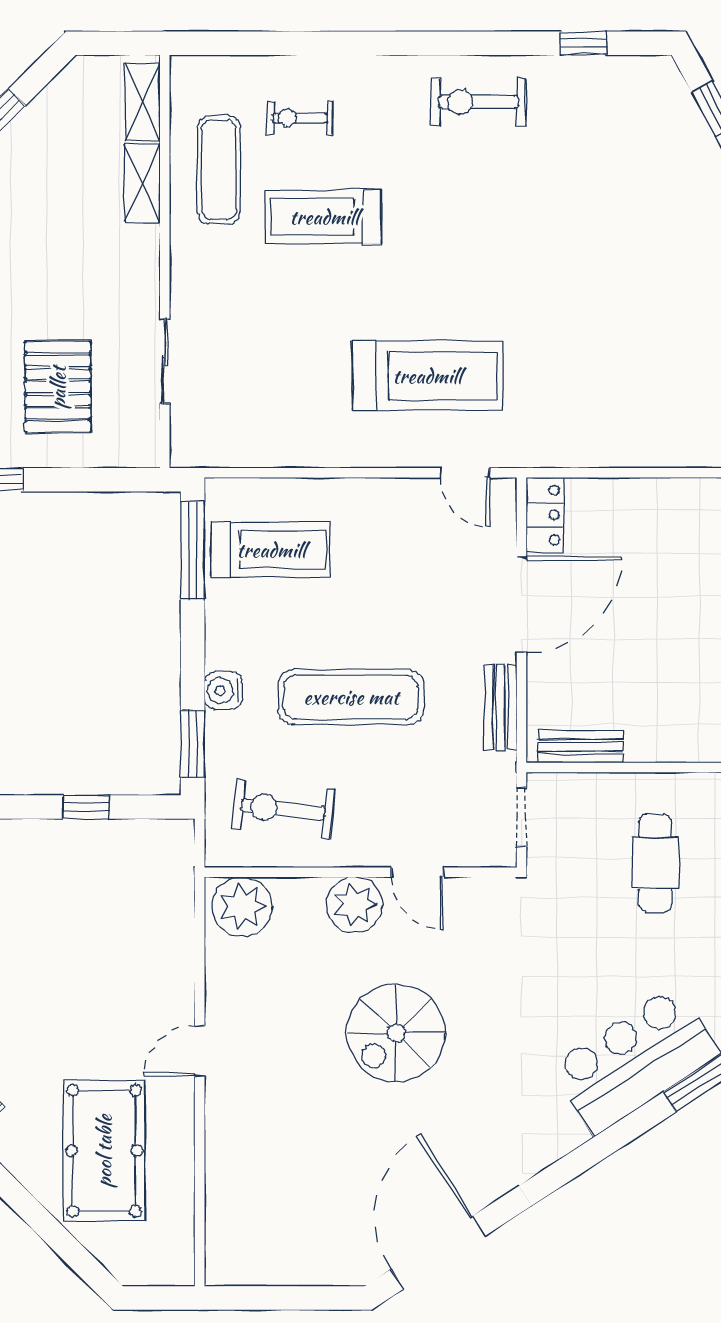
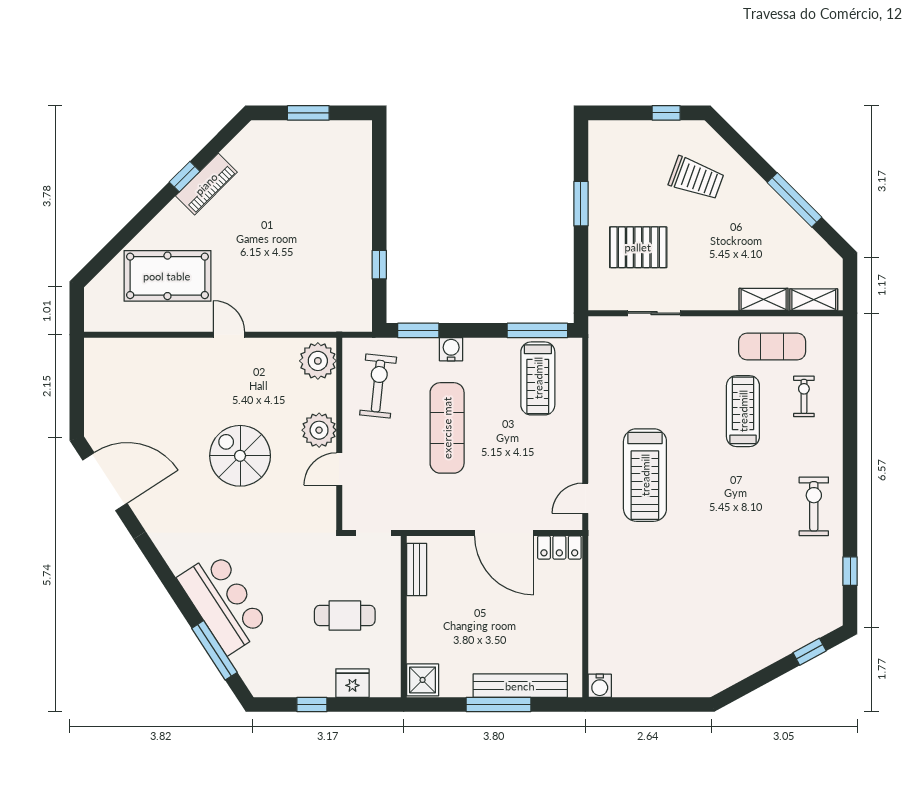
bench: (500, 708) -> (441, 520), removed

